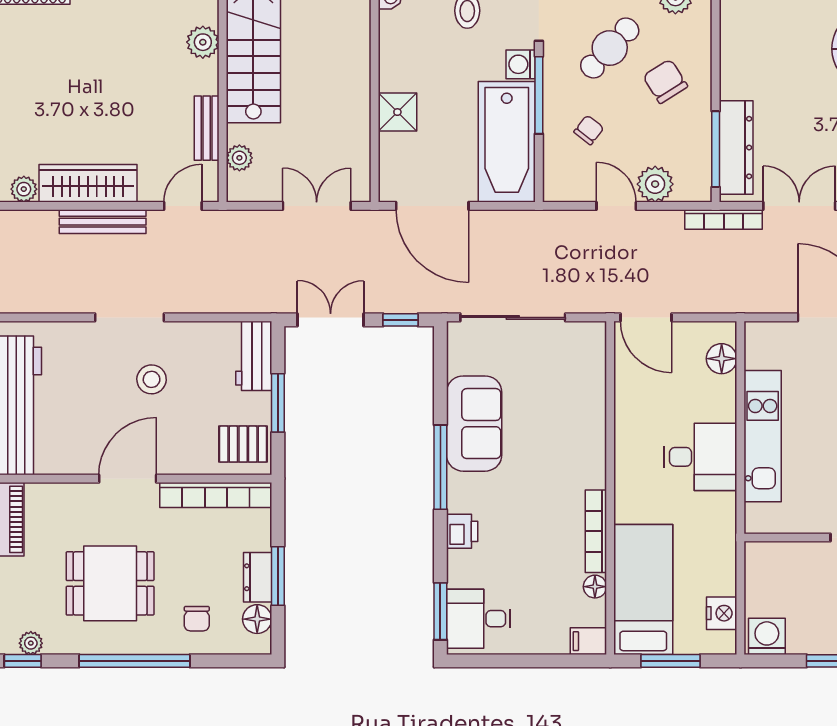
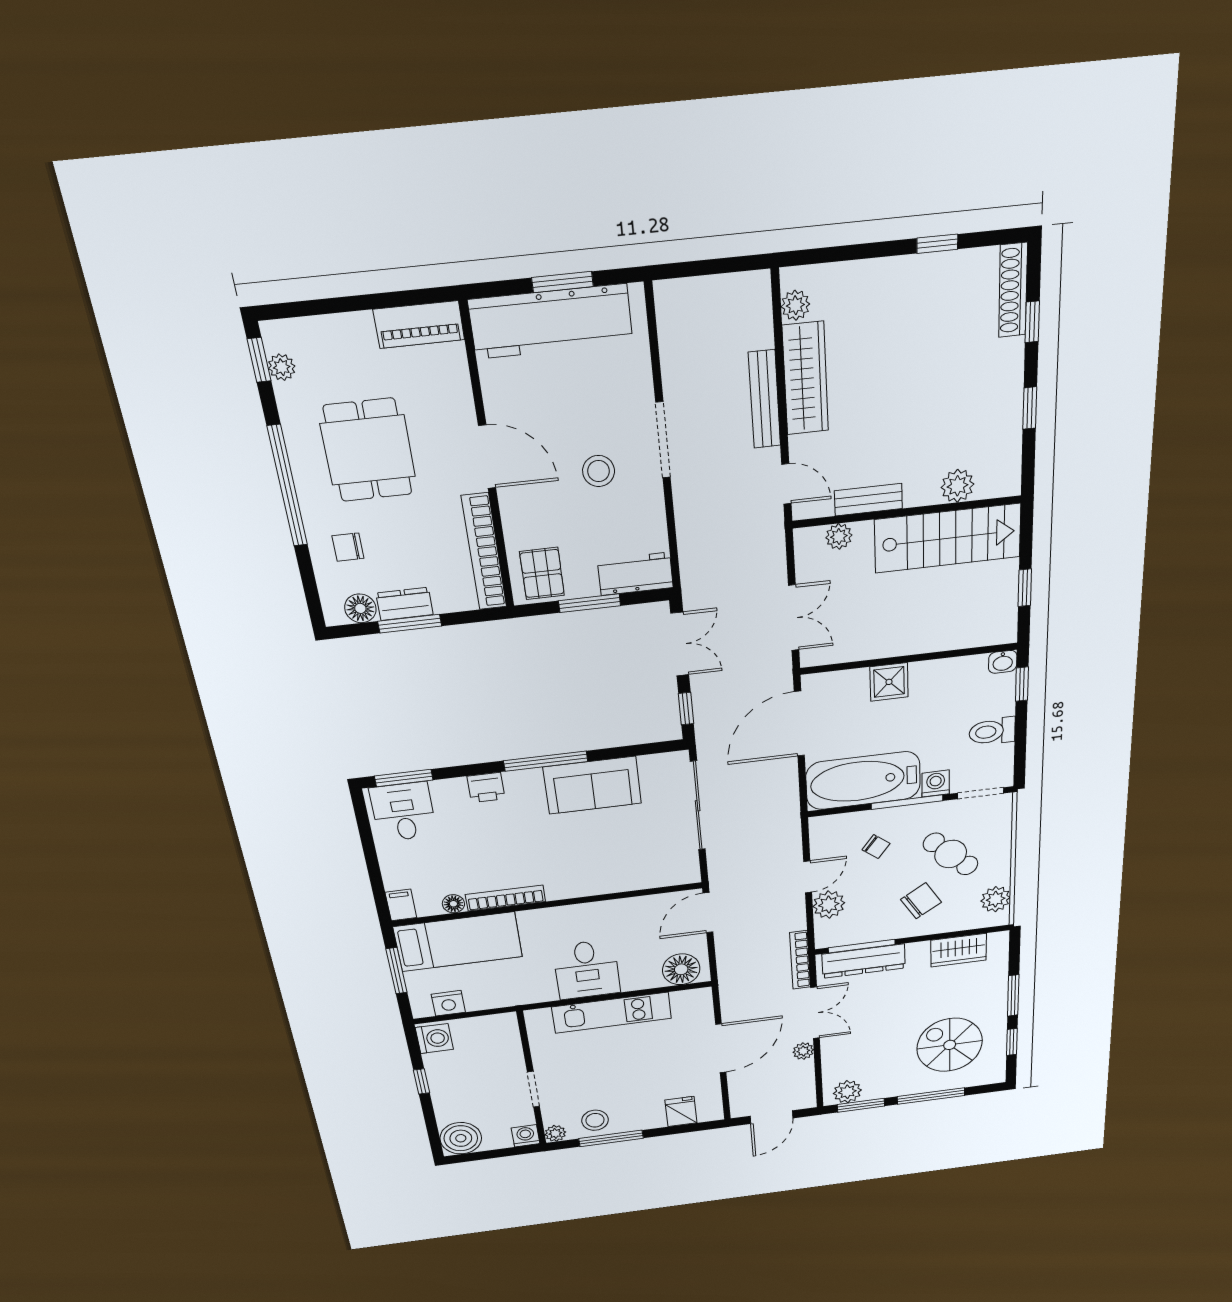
wardrobe: (738, 39) -> (959, 950), added
floor lamp: (722, 359) -> (681, 969), width x1.38, depth x1.38

